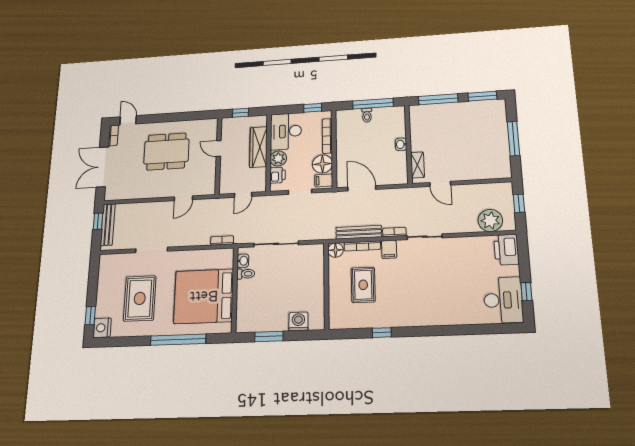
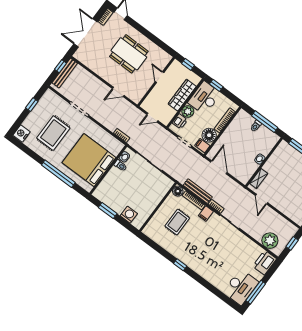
window: (313, 108) -> (216, 85), moved
window: (526, 292) -> (256, 292), width x2.17
window: (90, 316) -> (32, 105), moved
window: (382, 333) -> (180, 265), moved

